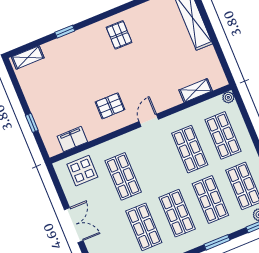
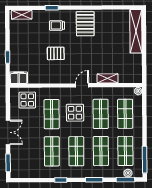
pallet: (119, 35) -> (85, 24), width x1.50, depth x1.42
trolley: (82, 53) -> (57, 25), added
shelving: (196, 90) -> (108, 78), moved
pallet: (110, 106) -> (56, 53), moved
filing cabinet: (72, 139) -> (19, 78), moved
display table: (154, 162) -> (75, 113), added

